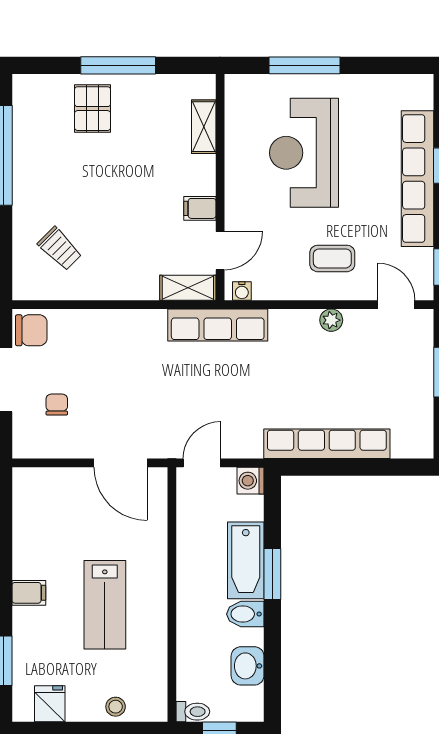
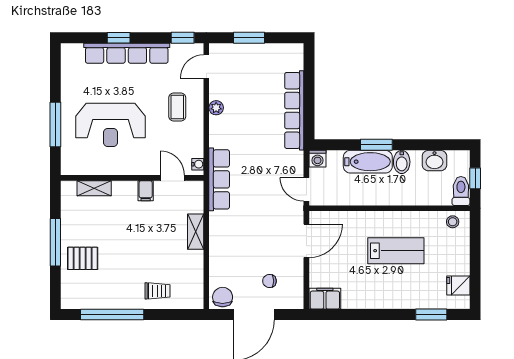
trolley: (60, 249) -> (158, 291), moved, turned 45
shelving: (188, 288) -> (196, 232), moved
filing cabinet: (29, 593) -> (325, 299), moved, width x2.00
stool: (116, 707) -> (453, 222), moved
toilet: (193, 712) -> (461, 191), width x1.37, depth x1.39

